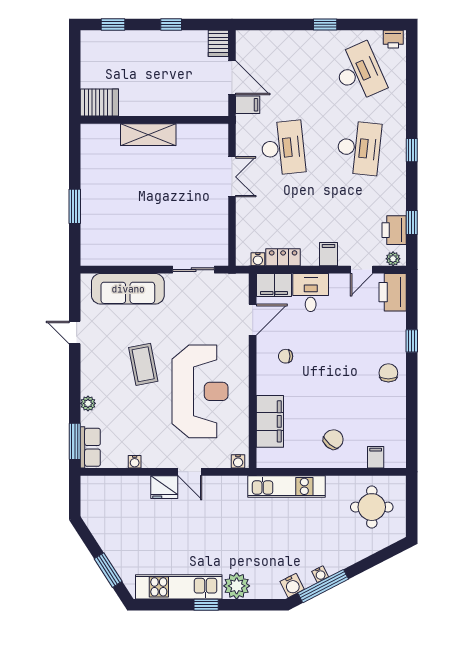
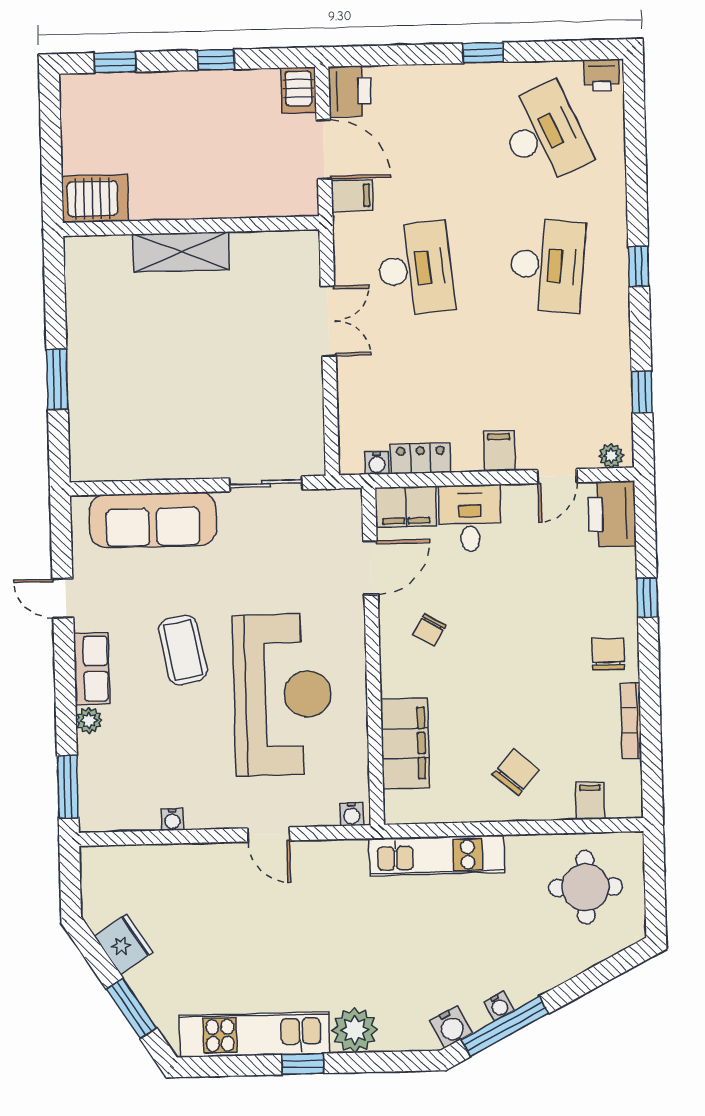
printer: (394, 230) -> (350, 91), moved, turned 180
chair: (286, 356) -> (429, 630), turned -60
bookcase: (400, 412) -> (631, 721), added
row of seats: (90, 447) -> (92, 669), moved
fridge: (164, 487) -> (124, 944), moved, turned -123

